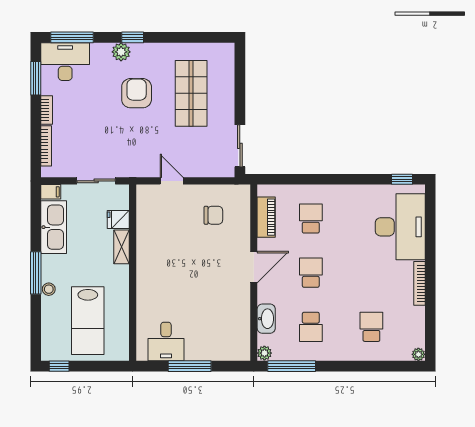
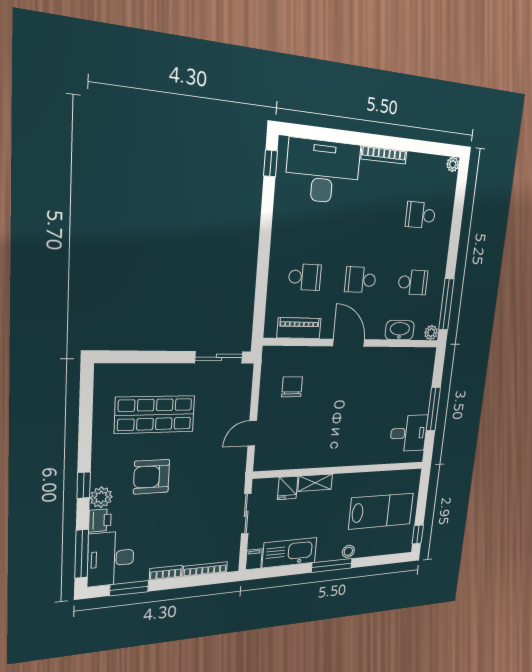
printer: (101, 51) -> (100, 520), added
school desk: (311, 218) -> (305, 277), turned 180

